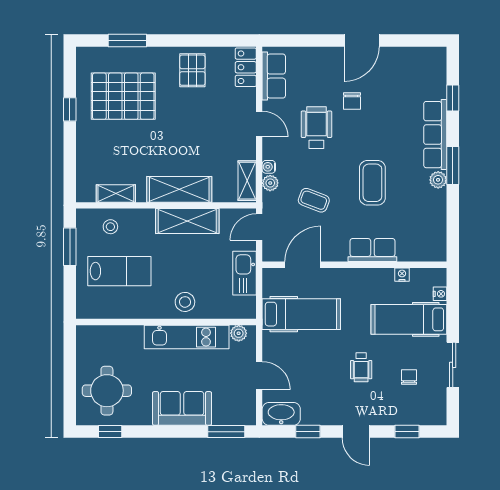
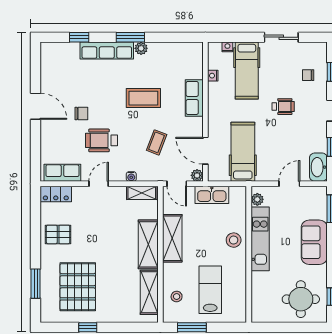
plant: (270, 183) -> (197, 175), moved
shelving: (116, 193) -> (149, 292), width x1.50, depth x1.33
chair: (409, 377) -> (308, 75), moved

